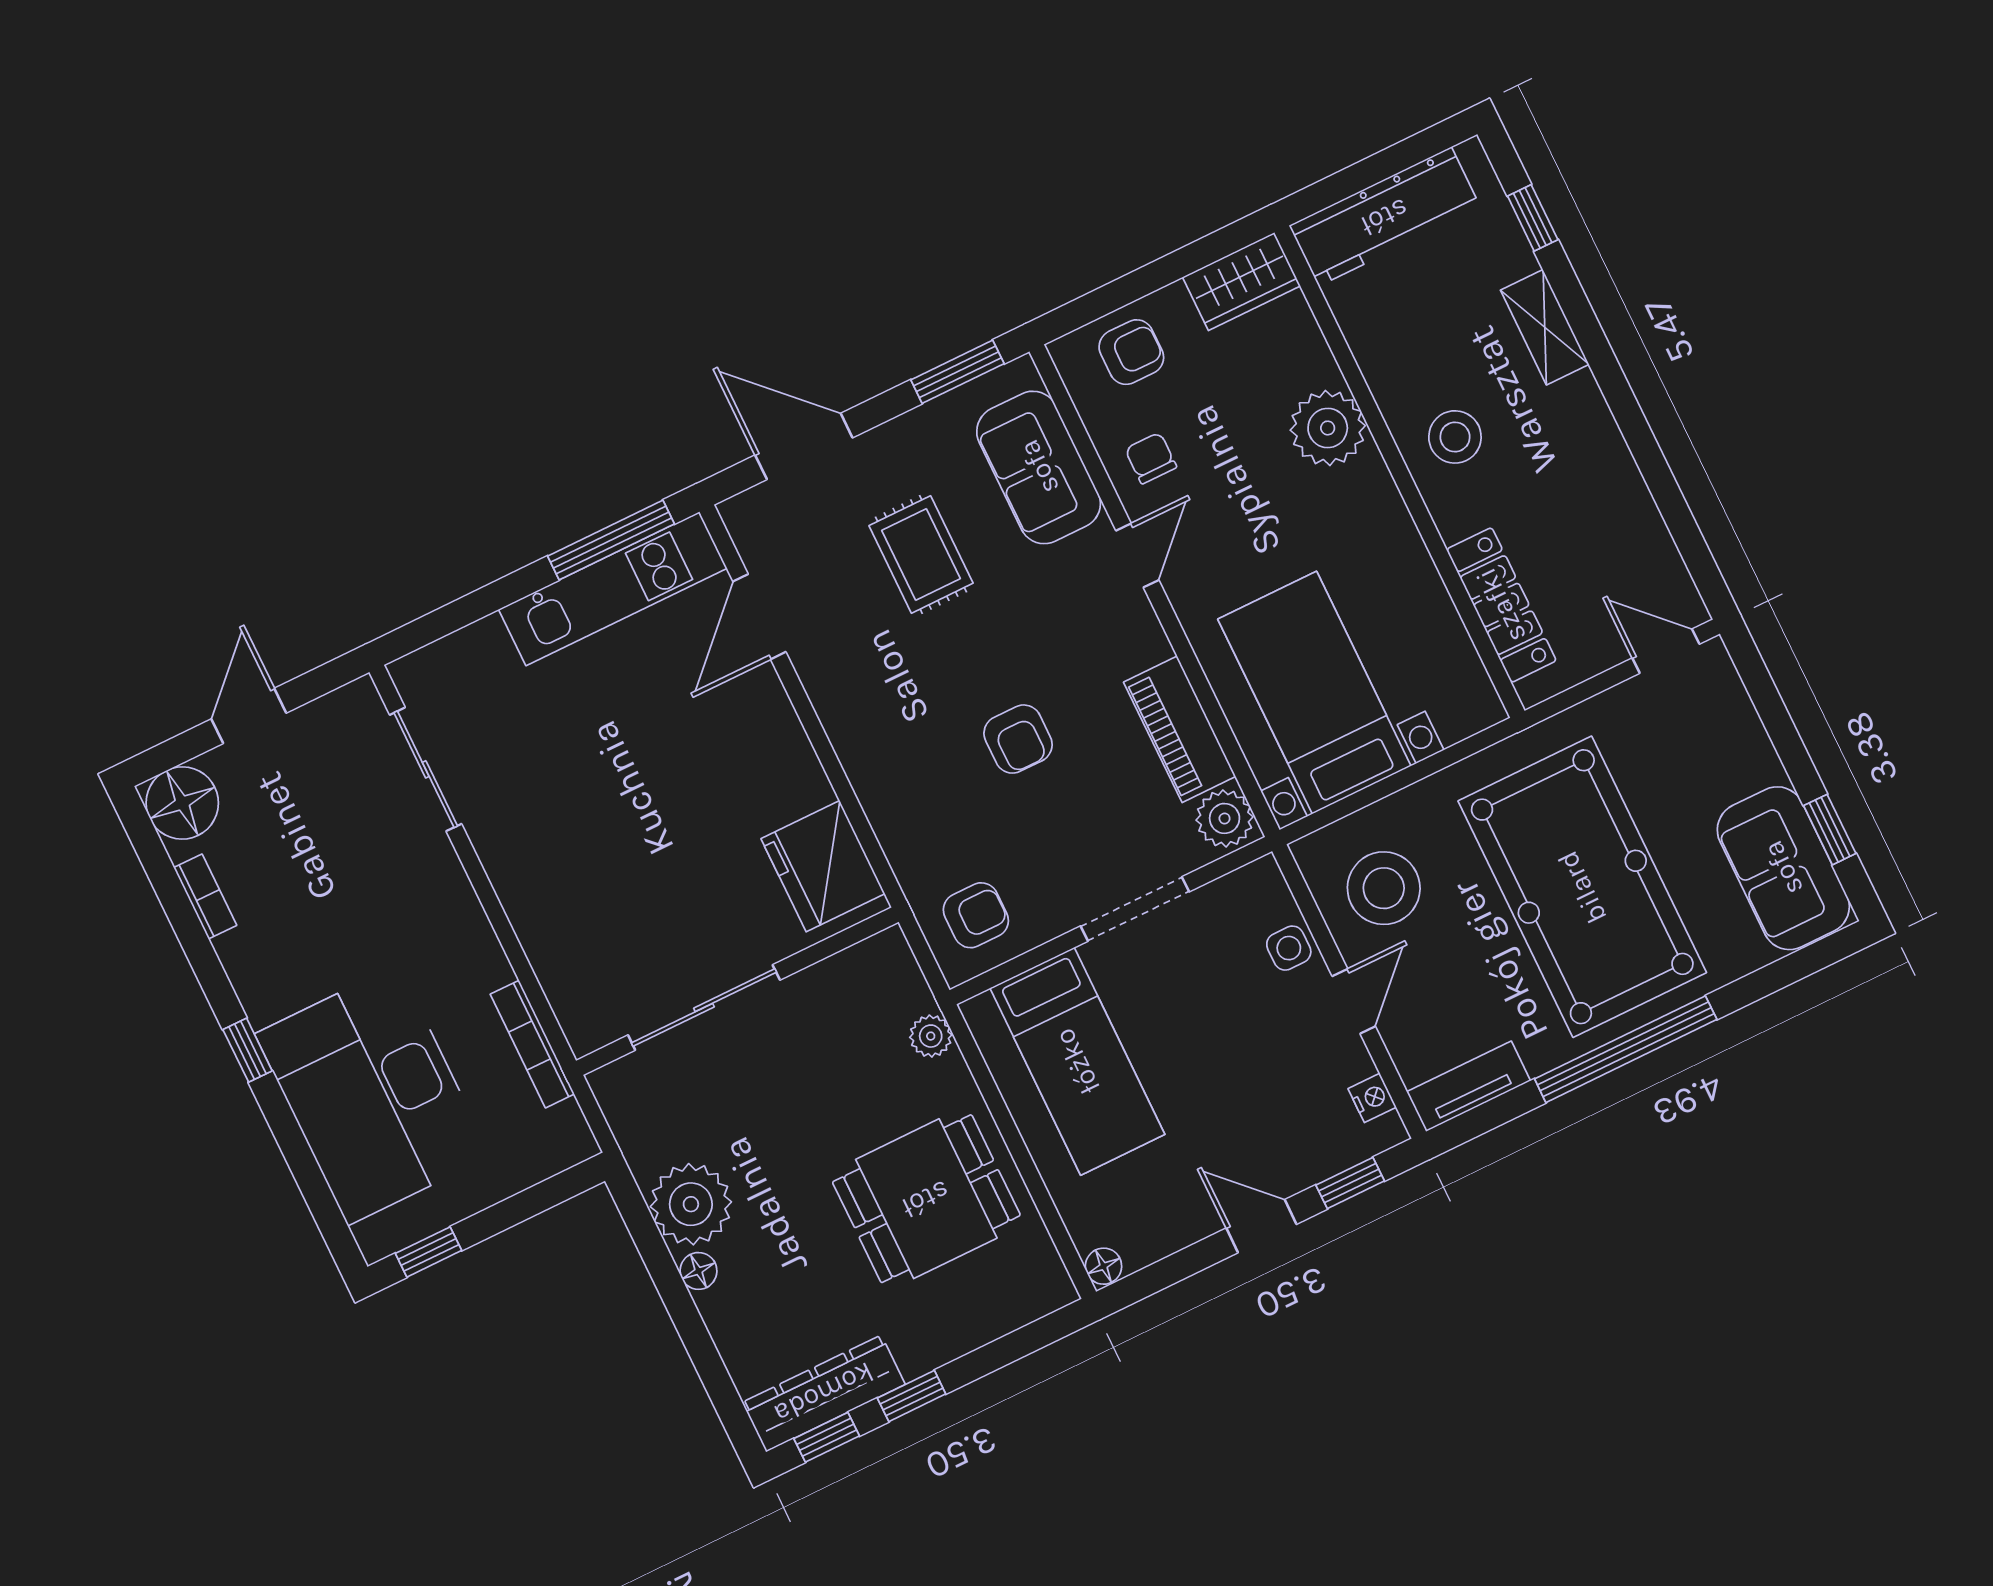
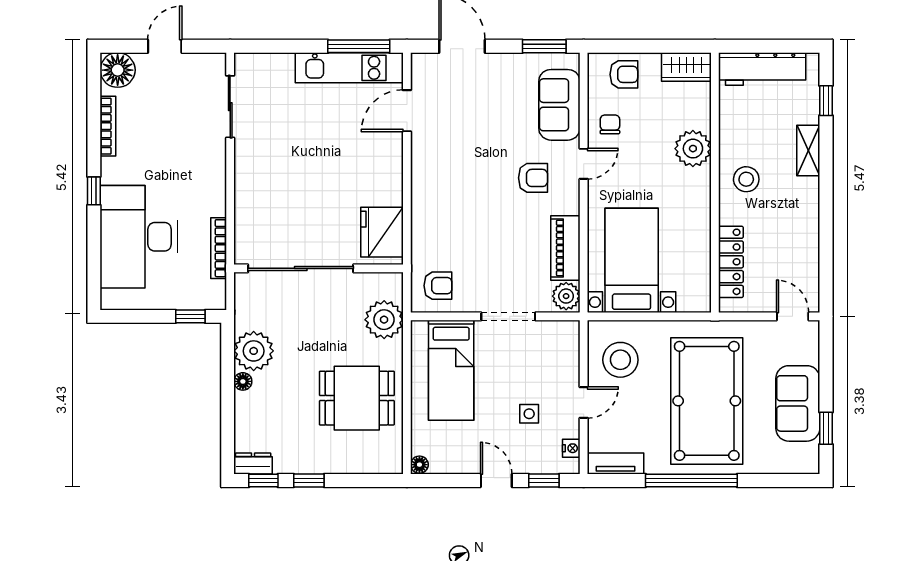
rug: (921, 554) -> (490, 118), removed
armchair: (1018, 739) -> (533, 178), moved, turned -90
sofa: (1783, 868) -> (798, 403), moved
bookcase: (205, 897) -> (108, 126), width x1.56
side table: (1289, 948) -> (529, 414), moved
sliding door: (704, 1008) -> (301, 268), width x1.36
plant: (931, 1036) -> (384, 320), width x1.88, depth x1.88
window: (428, 1252) -> (190, 316), moved
dresser: (824, 1393) -> (253, 463), width x0.51, depth x0.80

